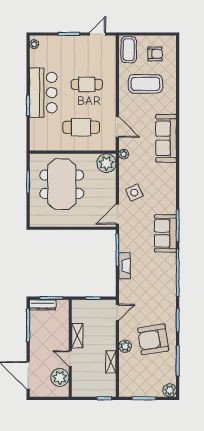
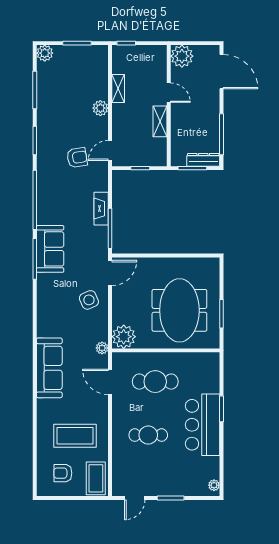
armchair: (153, 339) -> (77, 158), moved, width x0.53, depth x0.53
plant: (60, 377) -> (182, 56), moved

